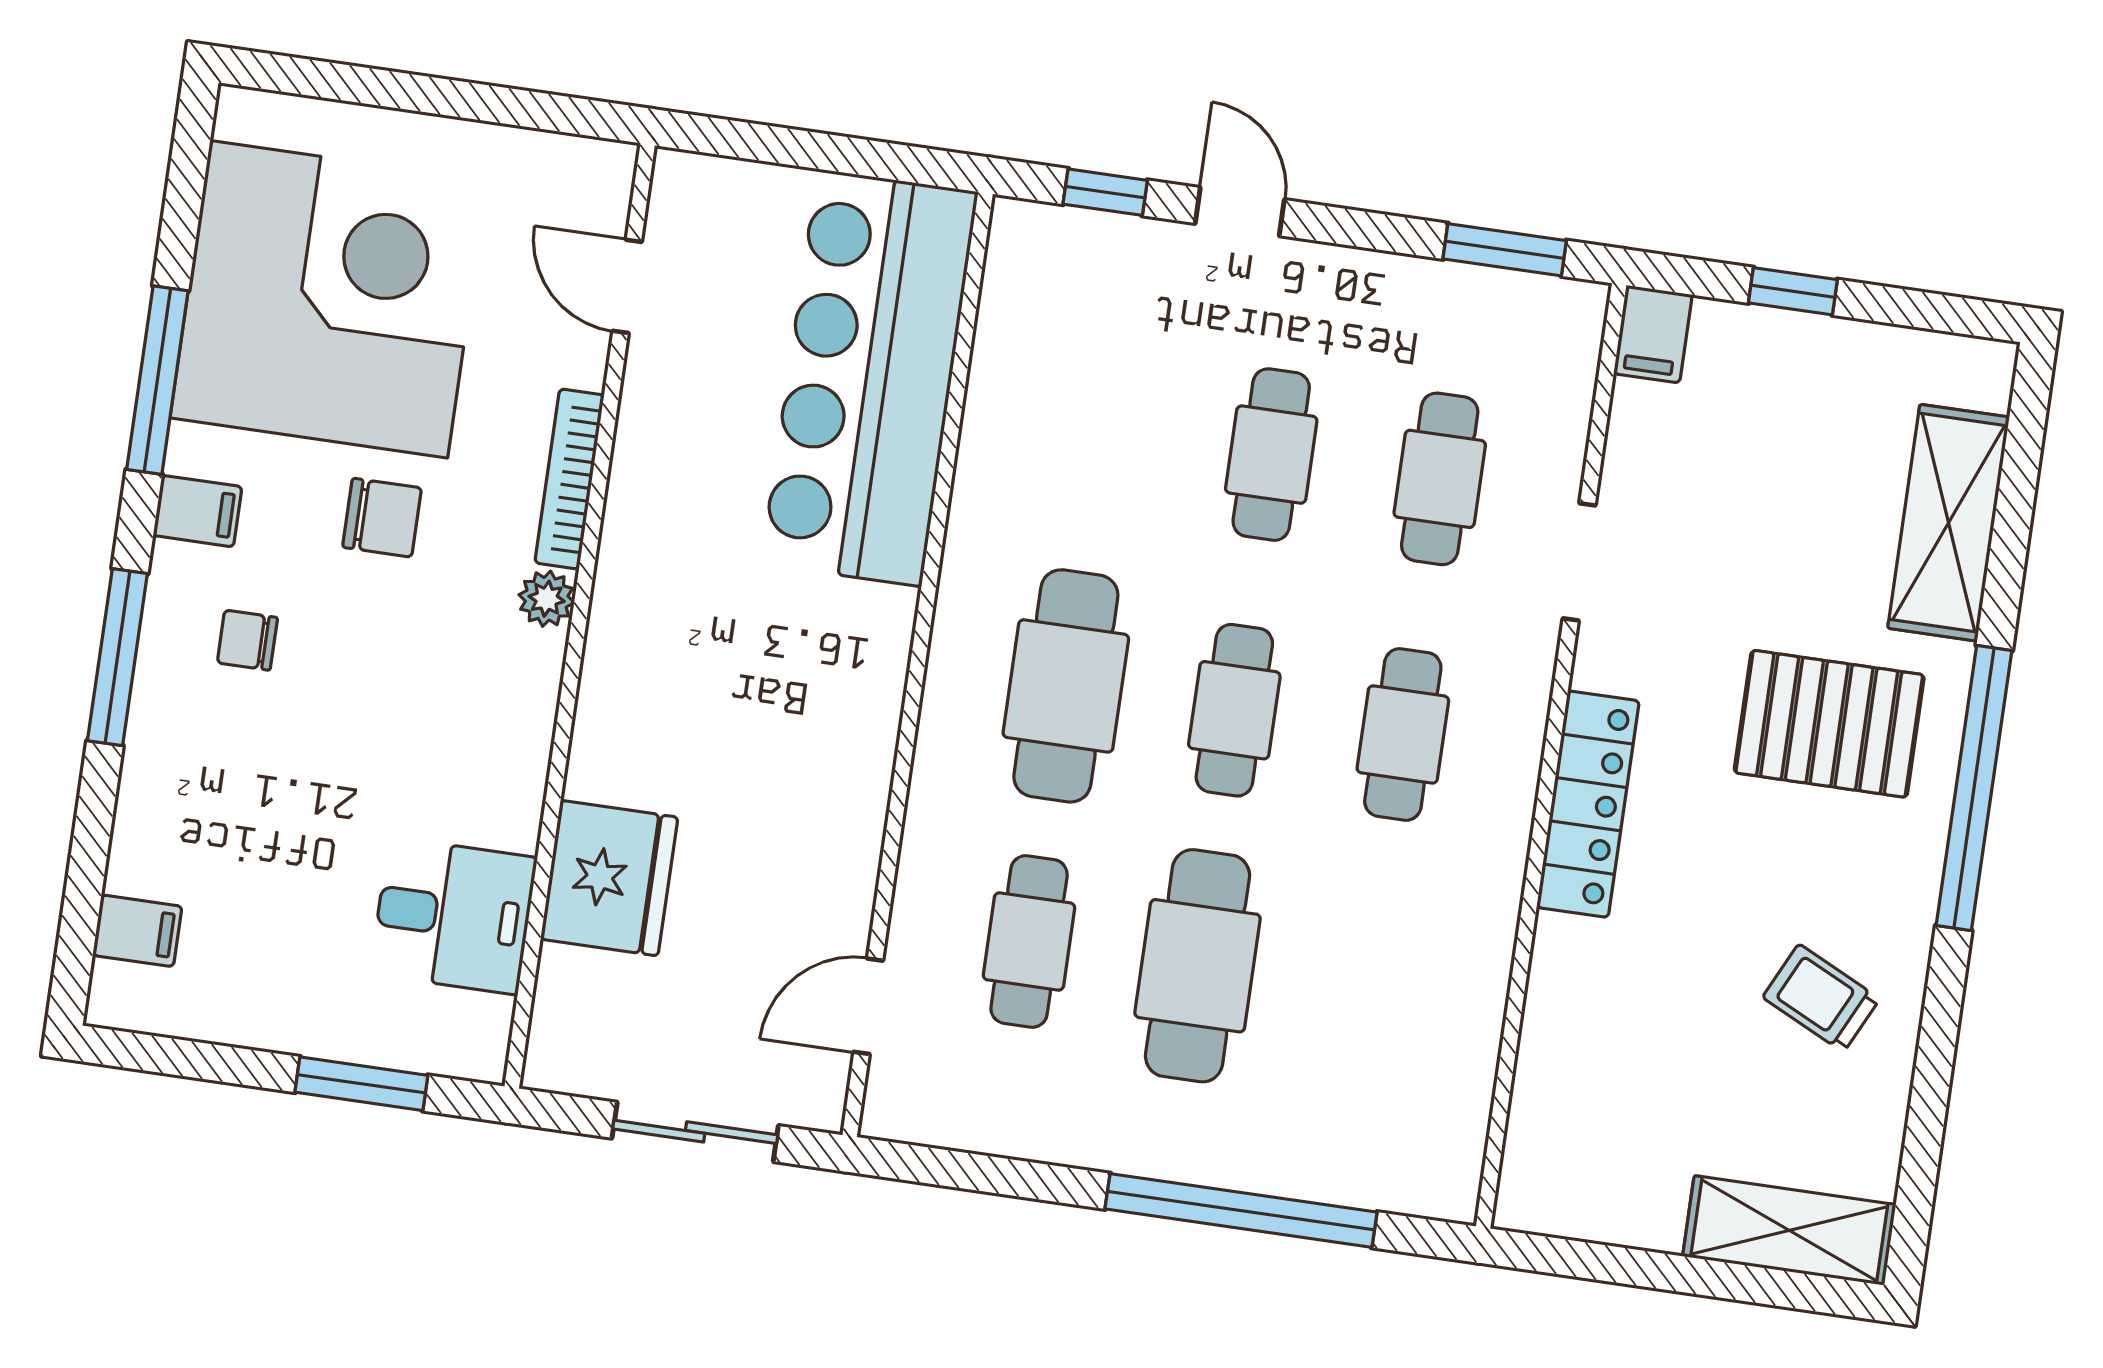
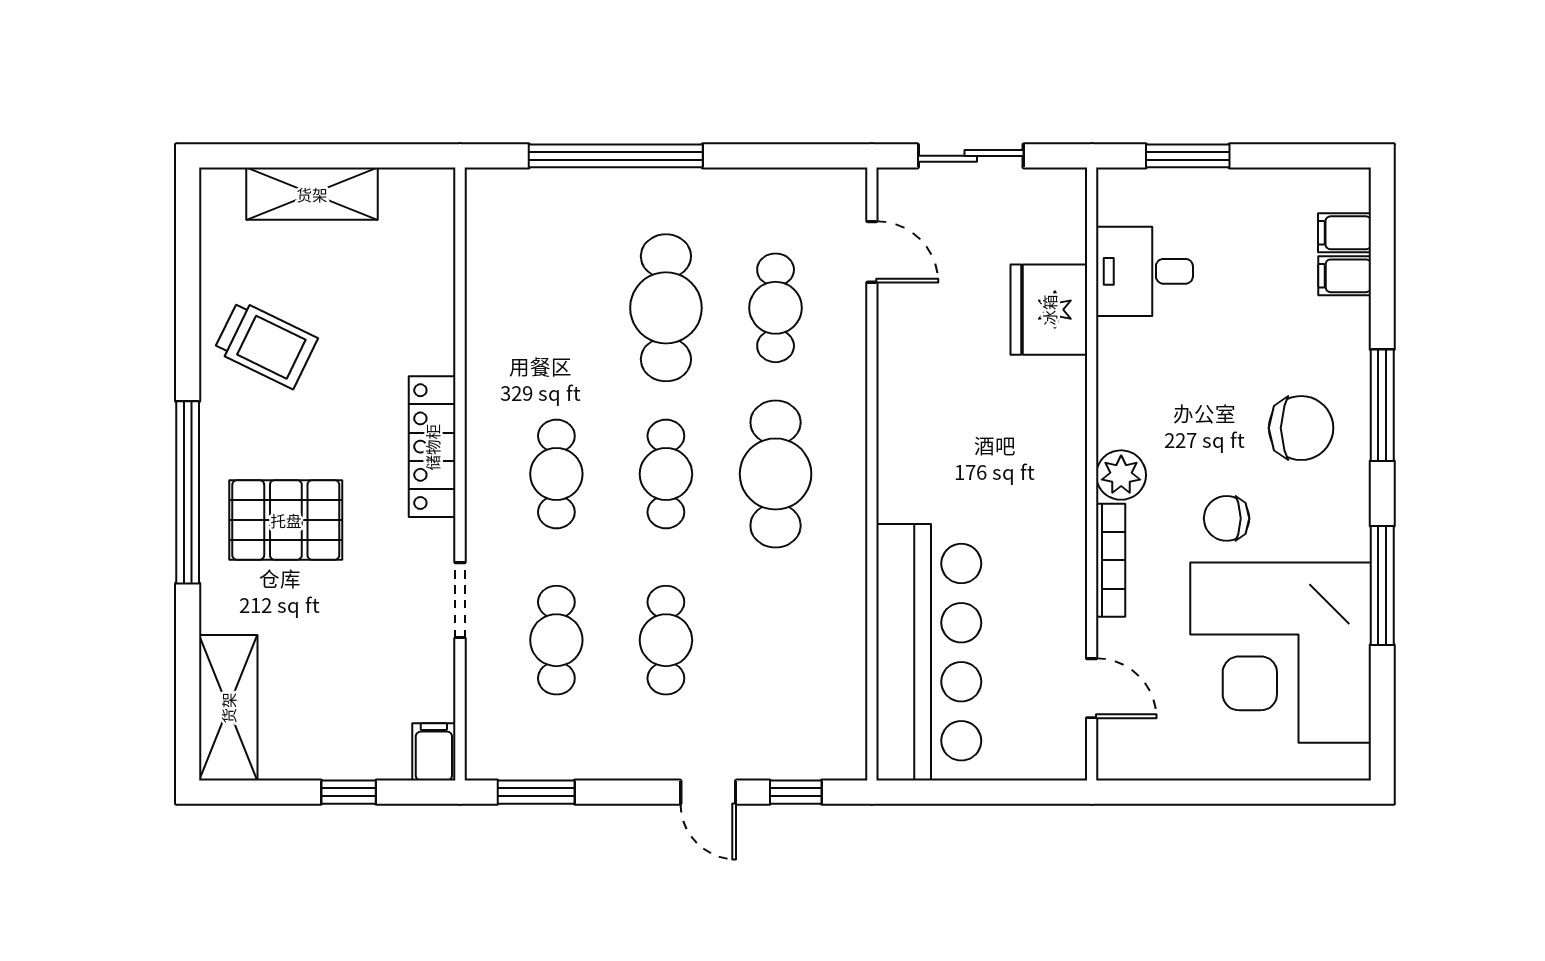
filing cabinet: (198, 511) -> (1345, 276), moved
shelving: (1949, 523) -> (228, 708), moved
plant: (547, 599) -> (1121, 475), width x1.38, depth x1.38
chair: (247, 640) -> (1301, 428), width x1.87, depth x1.87
trolley: (1821, 998) -> (266, 345), width x1.36, depth x1.39
door: (868, 1006) -> (872, 252), hinge flipped
shelving: (1789, 1230) -> (312, 194), moved

